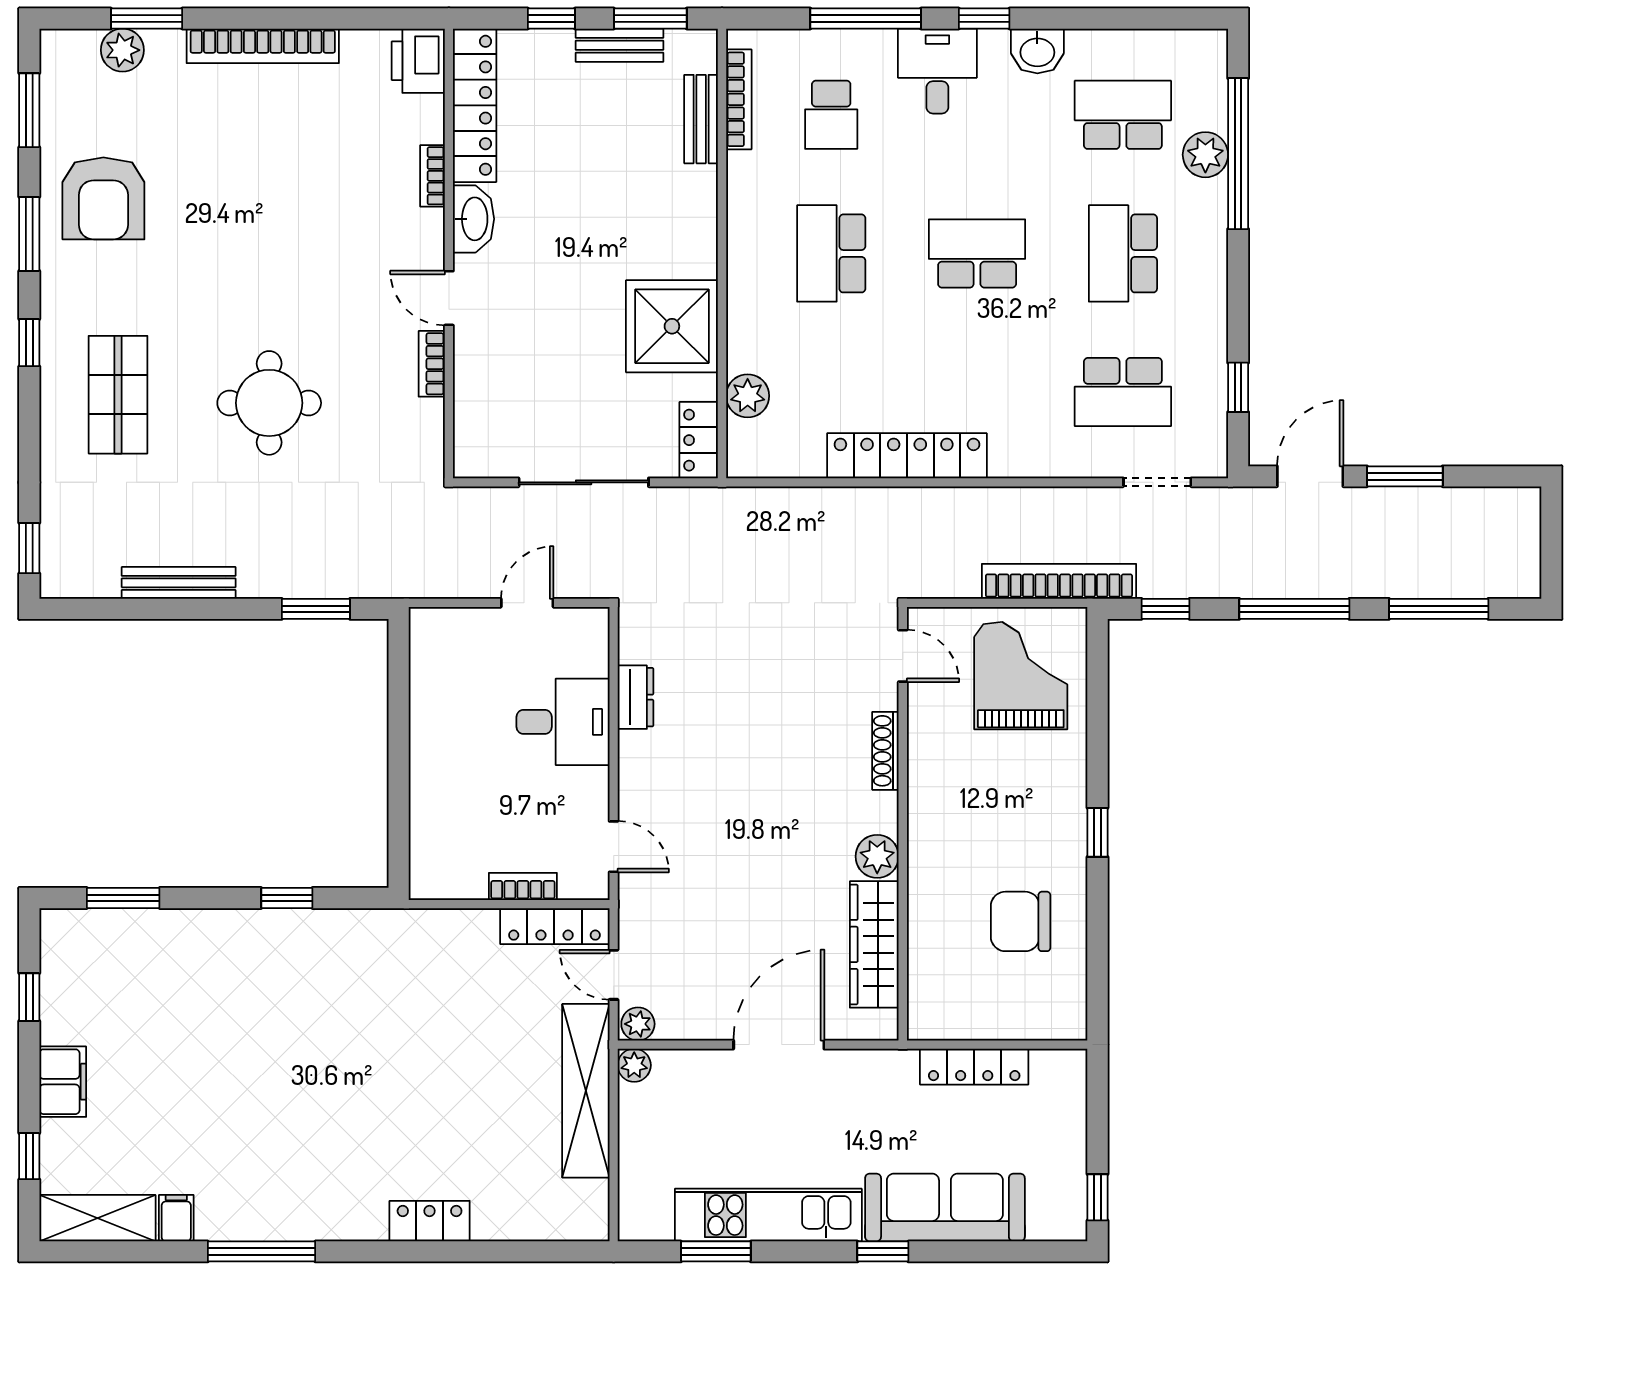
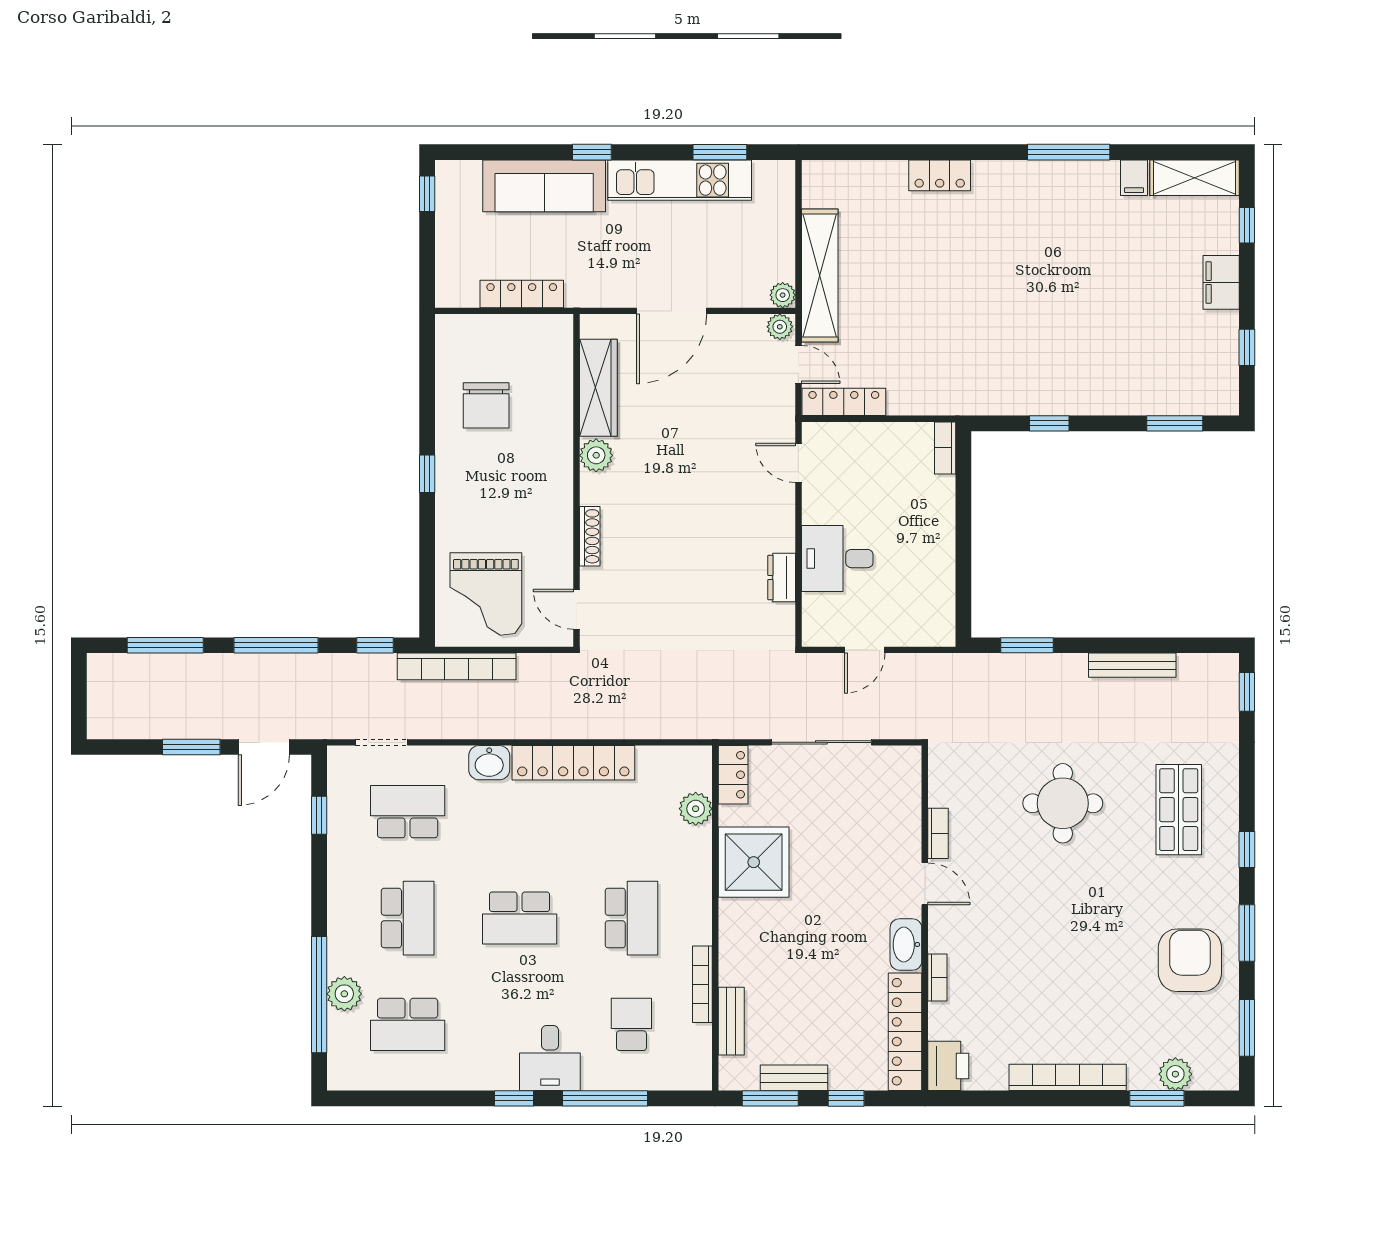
washbasin: (1037, 51) -> (489, 763), moved, turned 180
bookcase: (739, 99) -> (702, 984), moved
bookcase: (523, 886) -> (945, 448), moved, turned 90
chair: (1021, 921) -> (486, 405), turned 90

